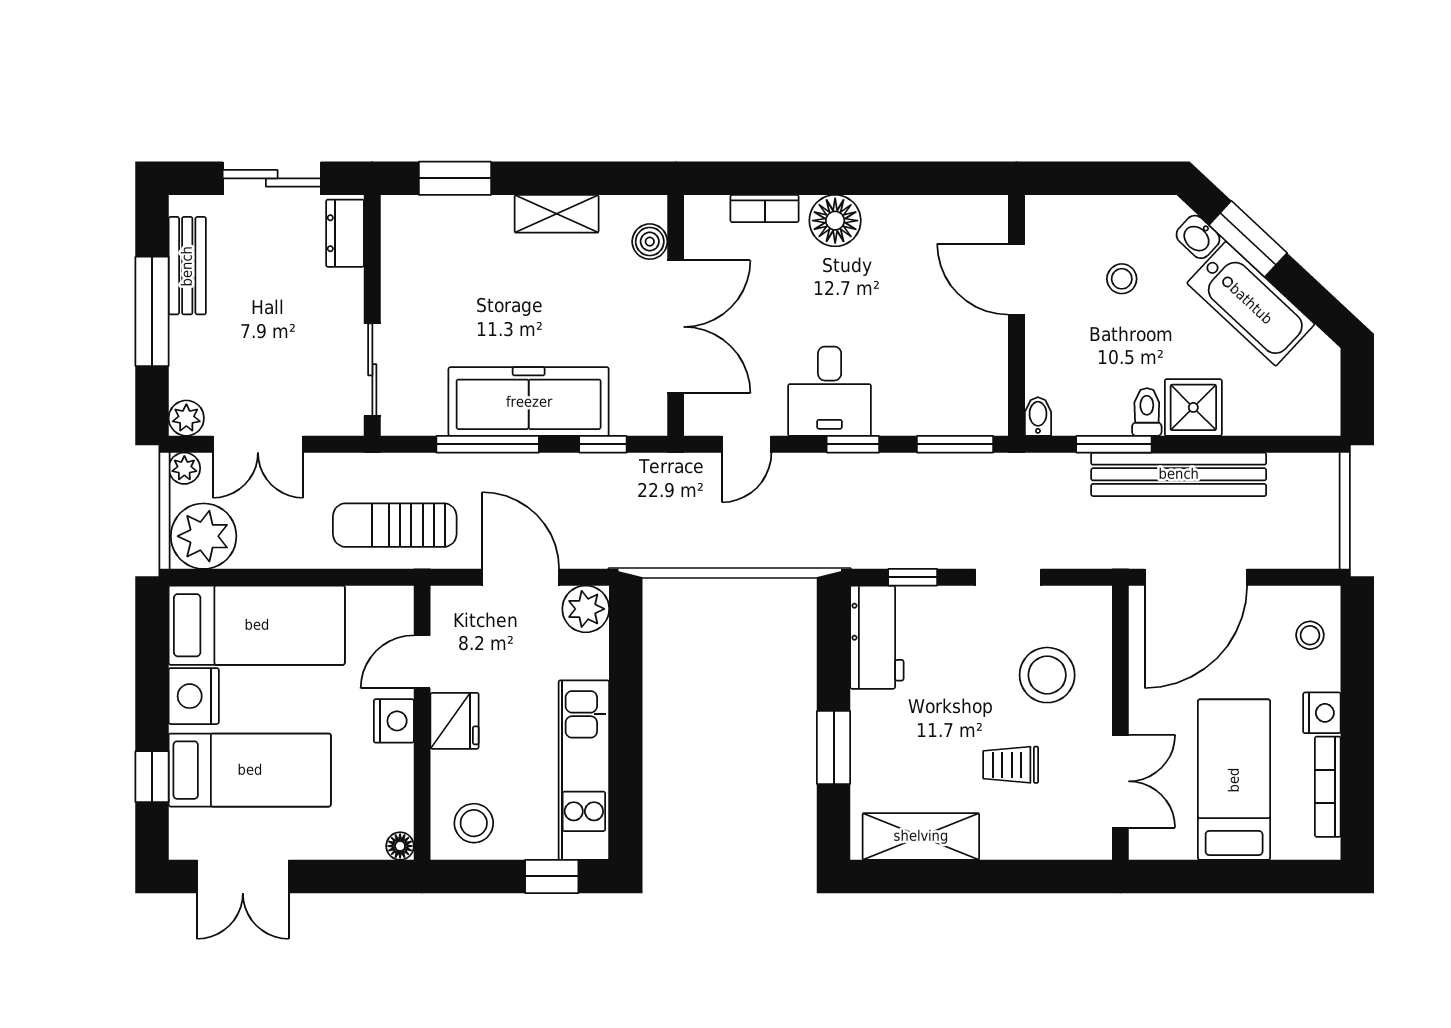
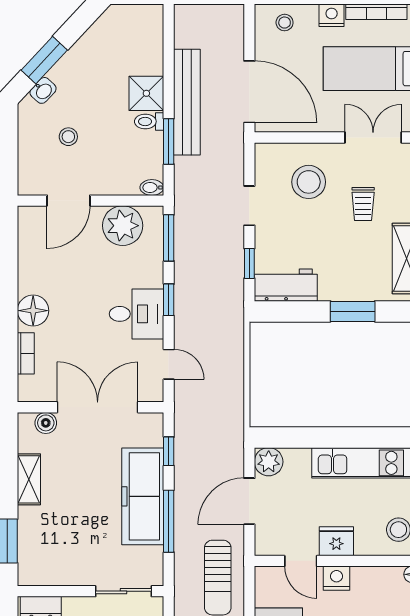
bathtub: (1251, 304) -> (83, 58), removed
plant: (975, 368) -> (123, 226), added

